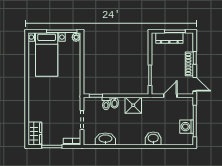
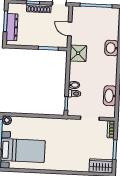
shower: (133, 105) -> (78, 53), moved
washing machine: (187, 127) -> (101, 14), removed

